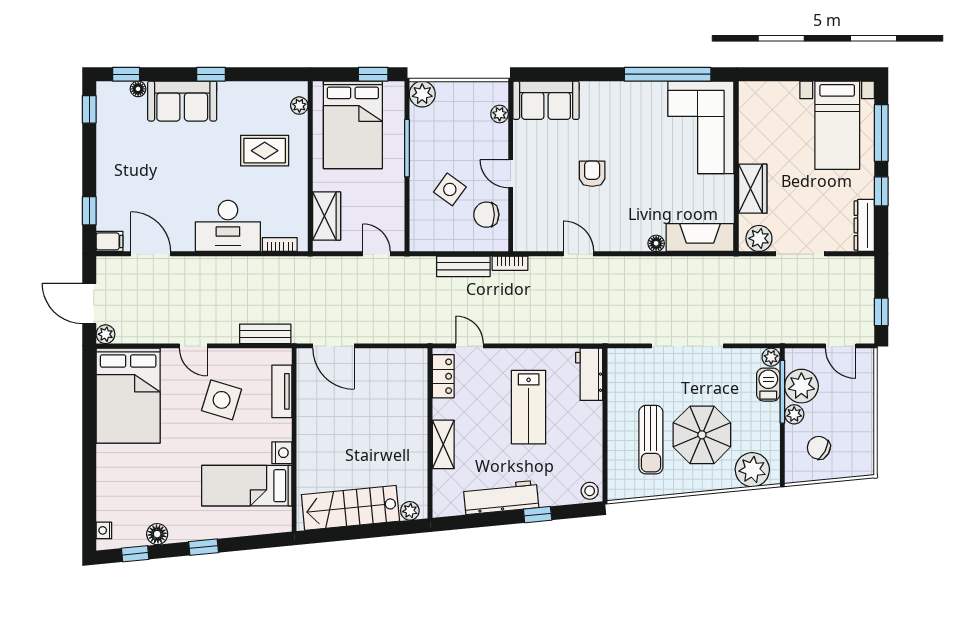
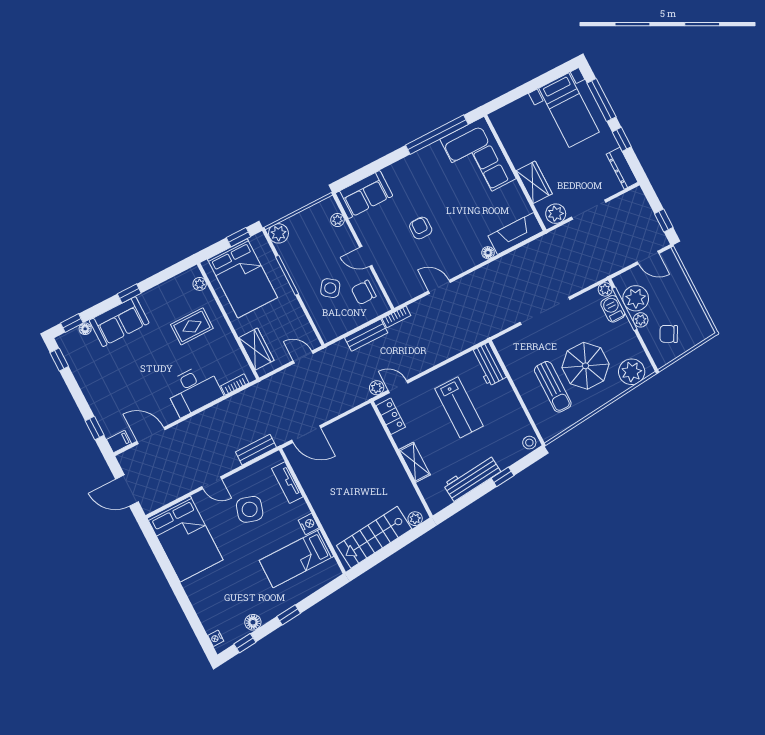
plant: (105, 334) -> (377, 388), moved

